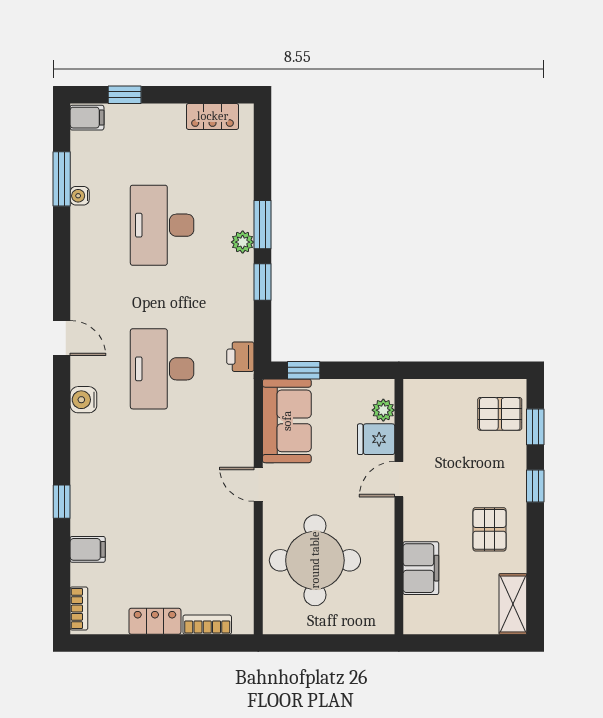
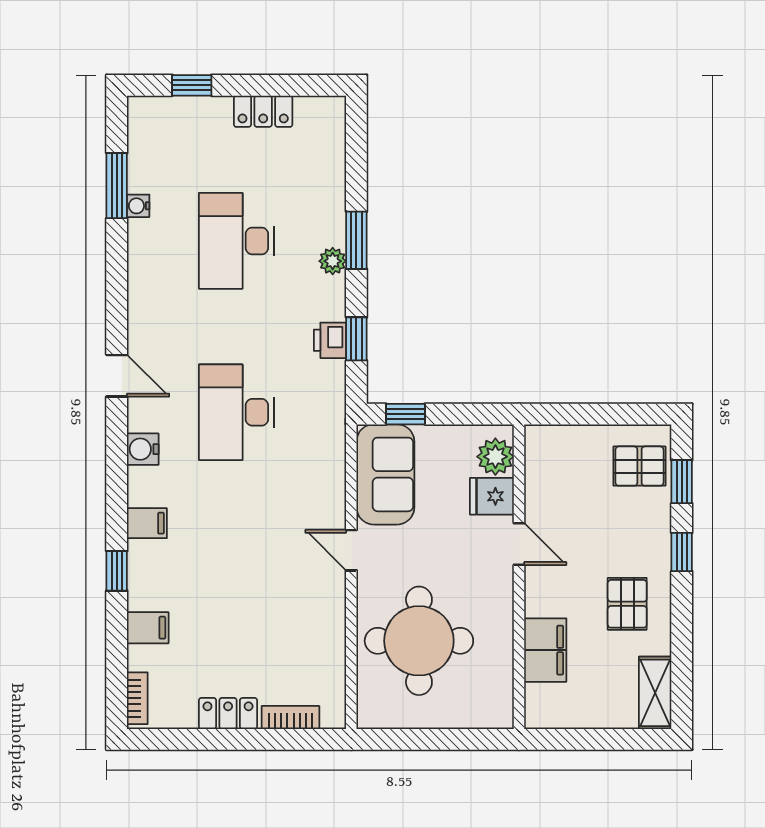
locker: (213, 116) -> (263, 111), moved
filing cabinet: (87, 118) -> (147, 523), moved
window: (263, 282) -> (356, 339), moved
printer: (240, 357) -> (330, 340), moved
plant: (383, 410) -> (495, 457), width x1.38, depth x1.38
door: (399, 479) -> (519, 544), swing flipped

